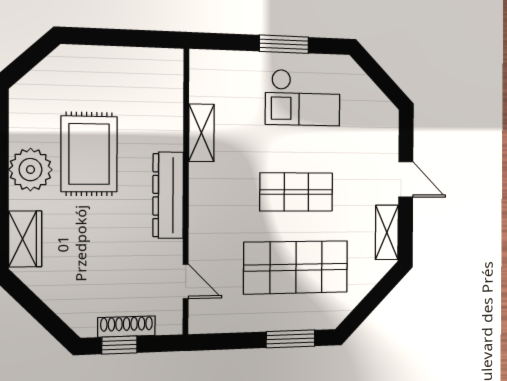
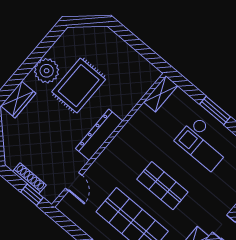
shelving: (201, 133) -> (161, 94), moved
window: (119, 345) -> (32, 195), moved

